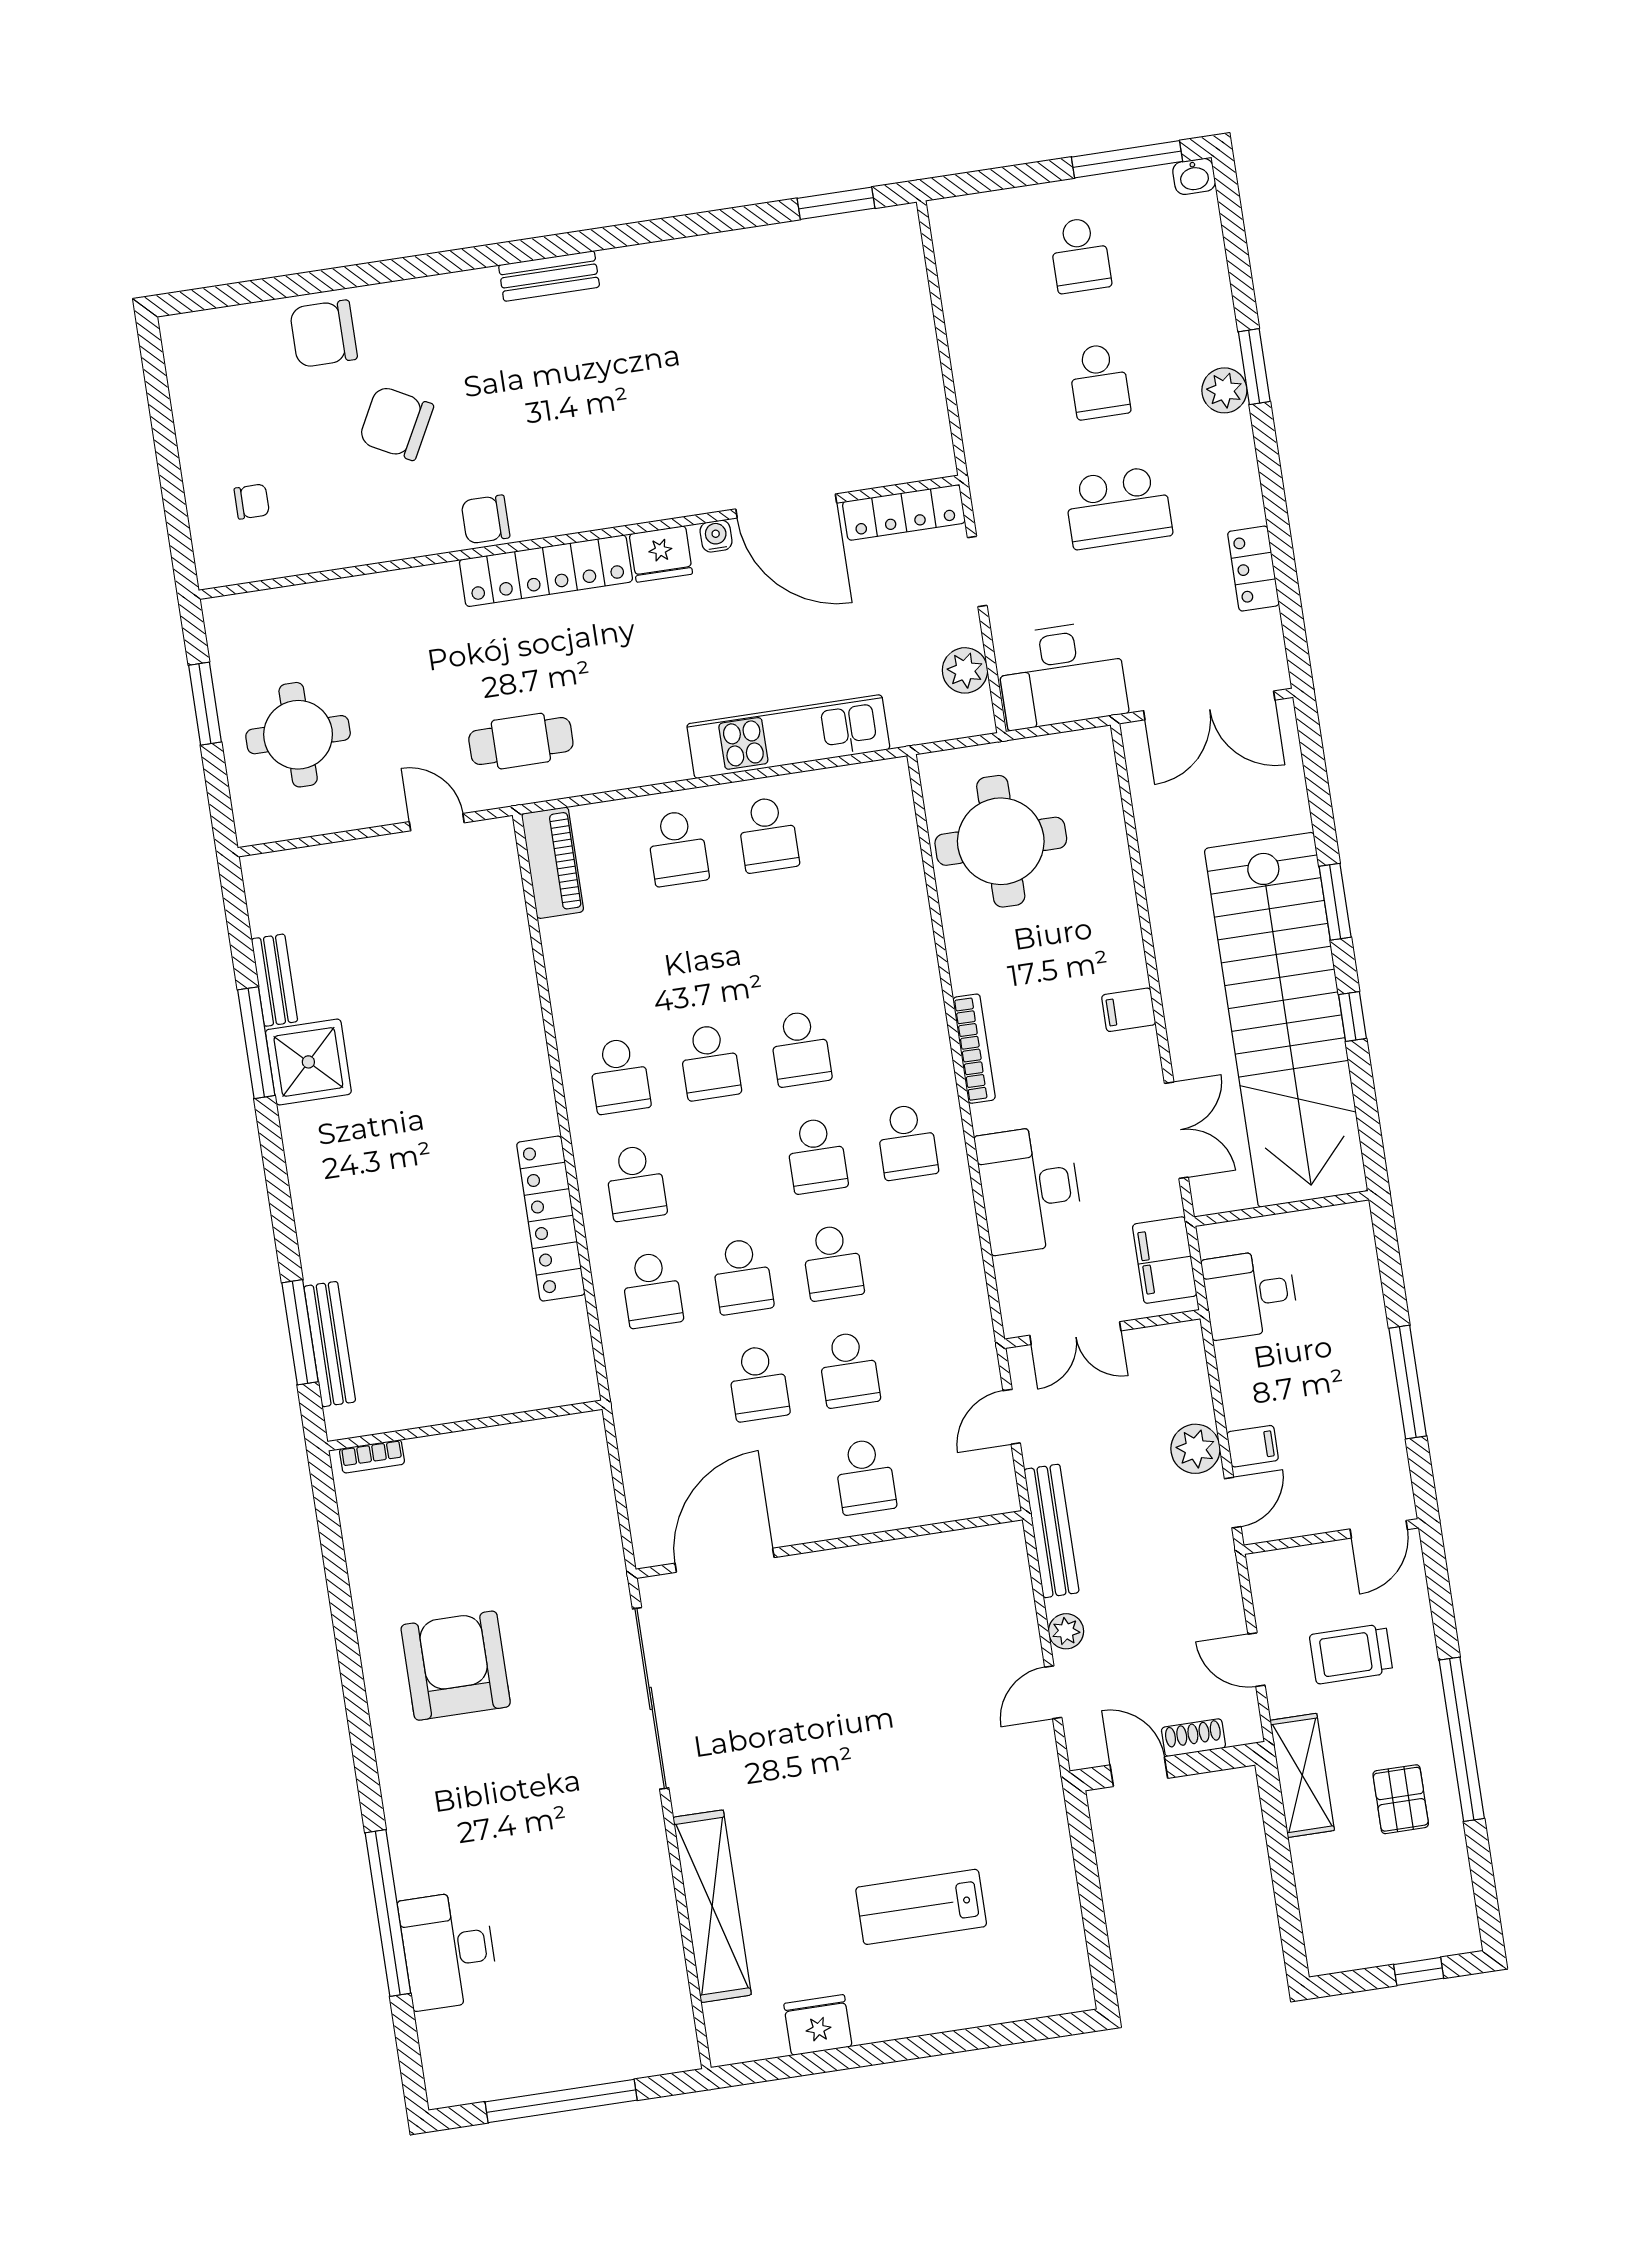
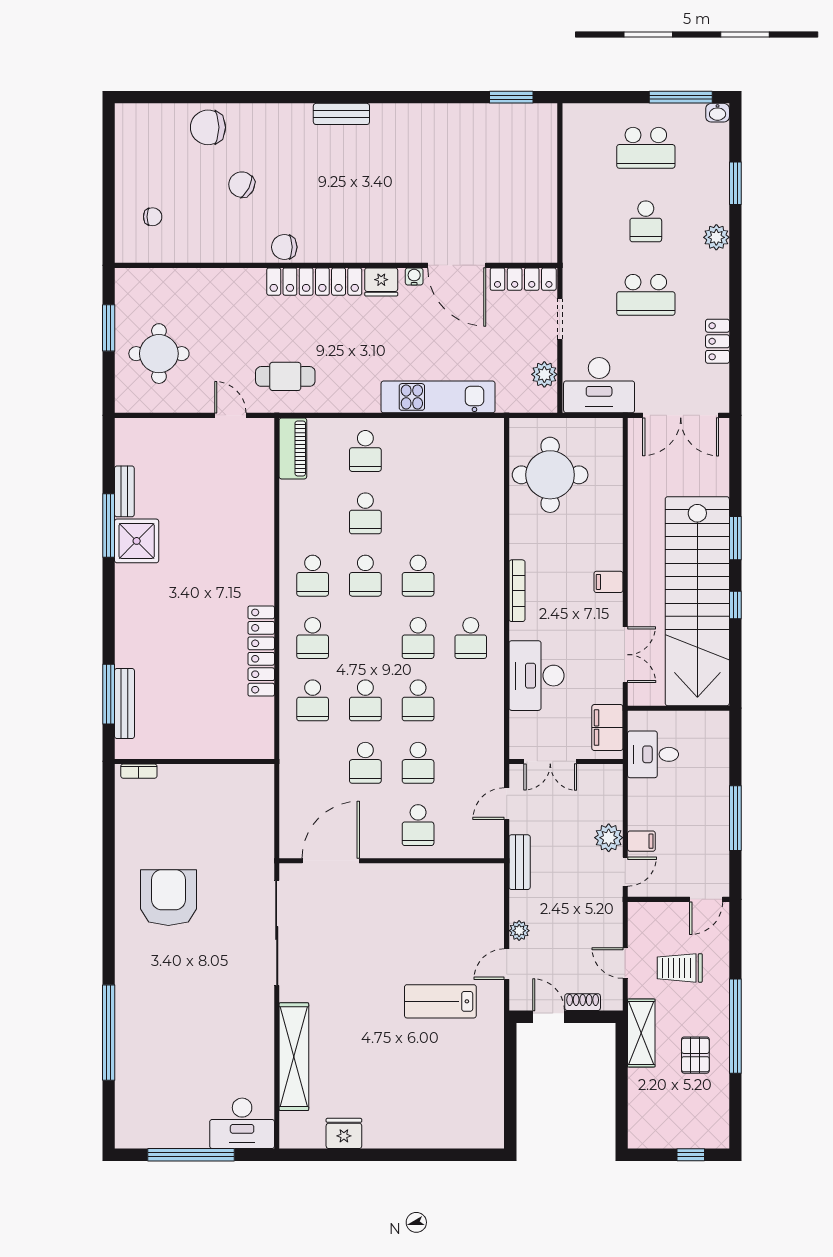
school desk: (1080, 255) -> (646, 148), width x1.85
window: (1254, 367) -> (735, 183), moved
chair: (396, 423) -> (242, 185), width x0.73, depth x0.73
school desk: (768, 835) -> (365, 513), moved
bench: (1052, 1531) -> (520, 862), width x0.73
lab bench: (921, 1907) -> (440, 1001), moved
desk: (449, 1950) -> (242, 1123), moved, turned -90

